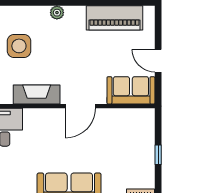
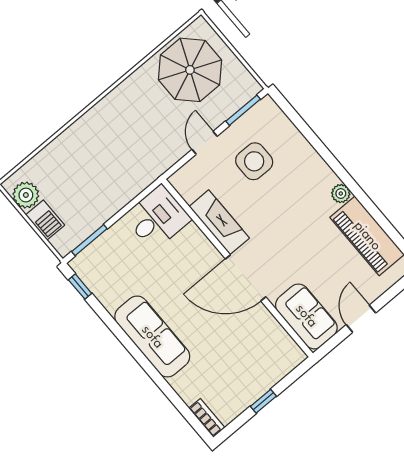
plant: (57, 13) -> (341, 194), moved
door: (80, 106) -> (246, 278), width x1.36

